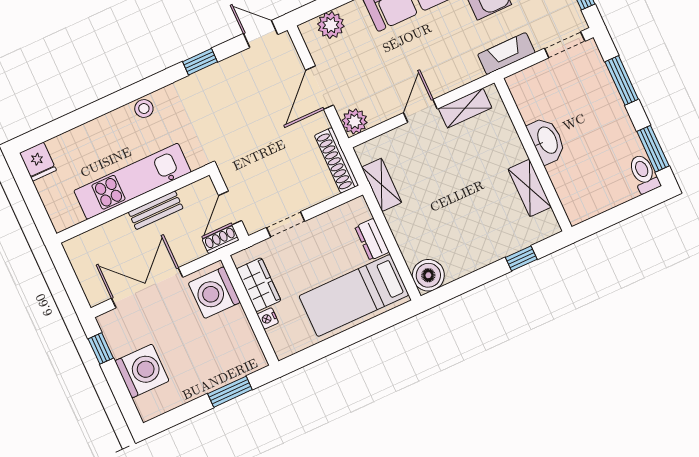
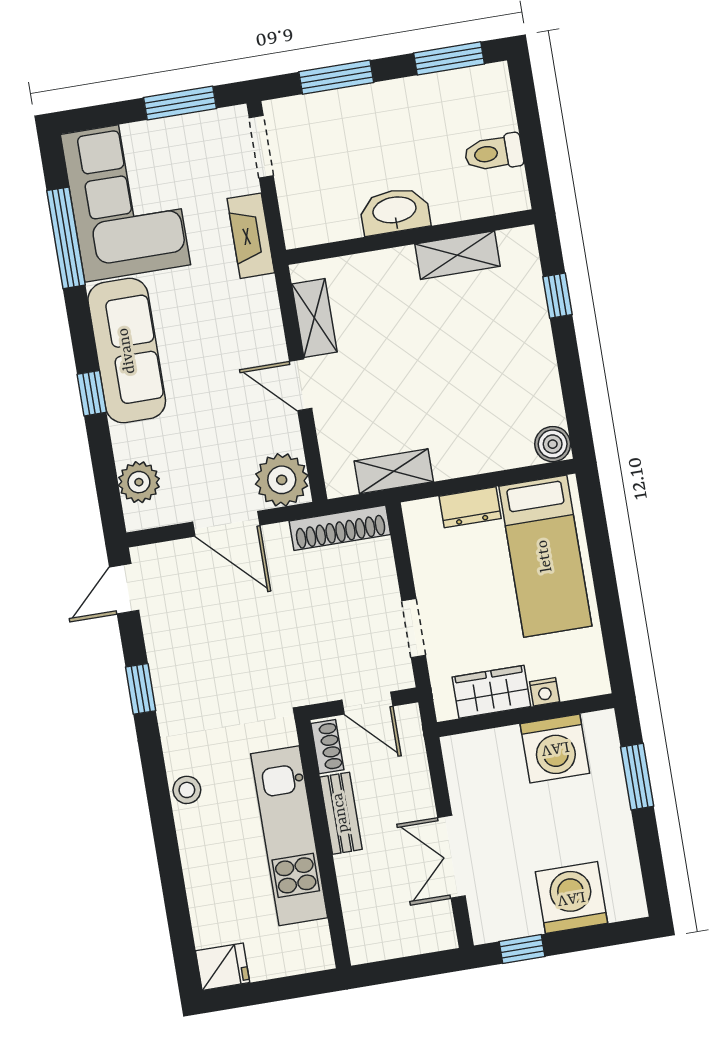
plant: (355, 121) -> (282, 480), width x1.36, depth x1.36
toilet: (644, 174) -> (494, 153), moved
shoe rack: (221, 240) -> (327, 747), moved, turned 180
boiler: (428, 275) -> (553, 444), width x0.73, depth x0.73
double door: (147, 288) -> (451, 857), width x0.73
washing machine: (214, 293) -> (555, 748), moved

